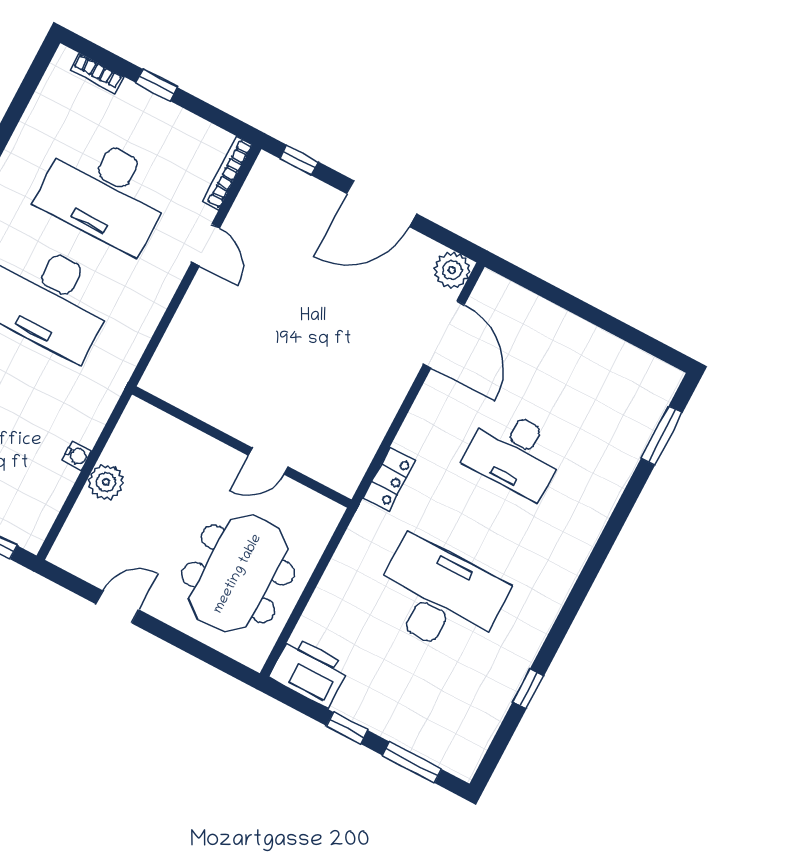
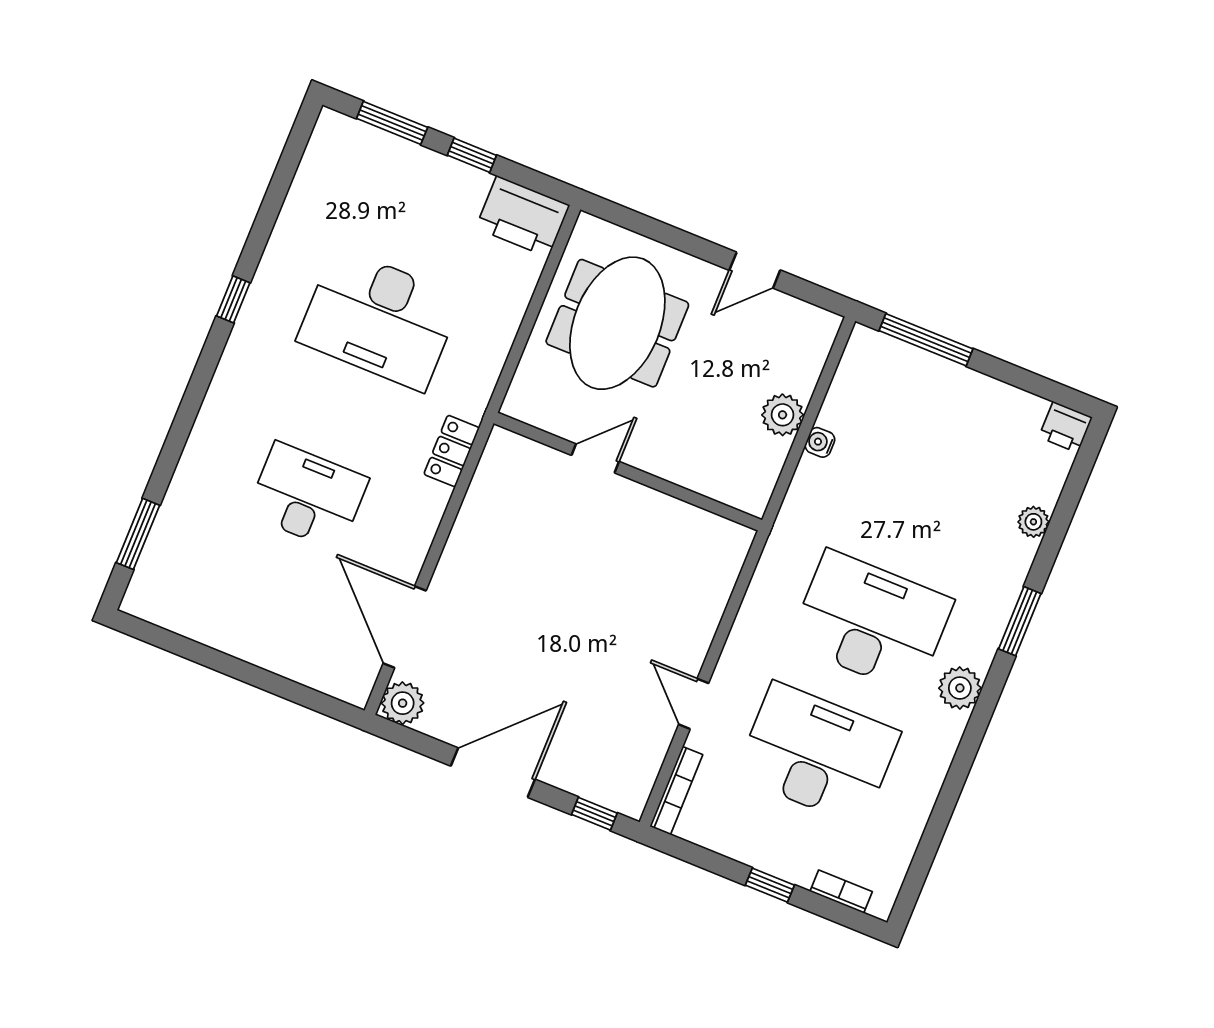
window: (528, 689) -> (233, 299), moved

